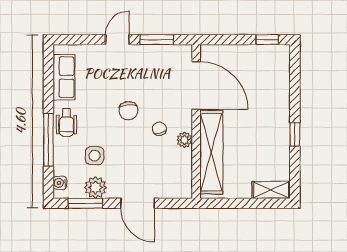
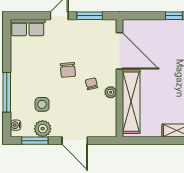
row of seats: (64, 77) -> (28, 28), moved, turned 90
wheelchair: (66, 122) -> (21, 79), removed

